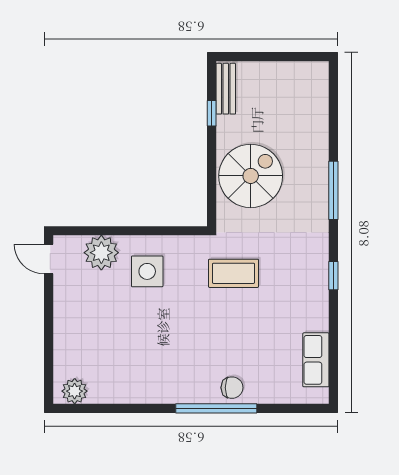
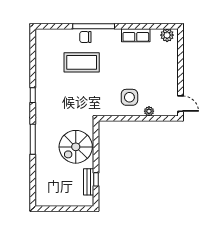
bench: (226, 89) -> (89, 182), moved
plant: (101, 253) -> (149, 111), width x0.53, depth x0.53
coffee table: (233, 273) -> (82, 62), moved, width x1.36, depth x1.32
row of seats: (316, 360) -> (136, 35), moved, turned 90

